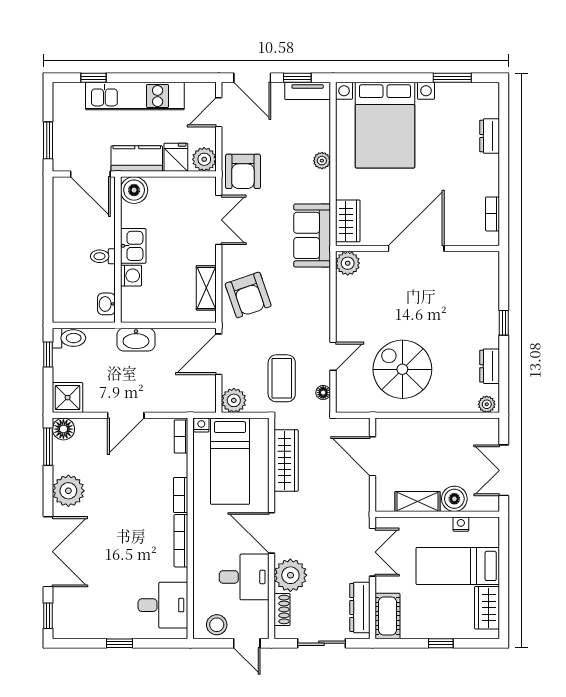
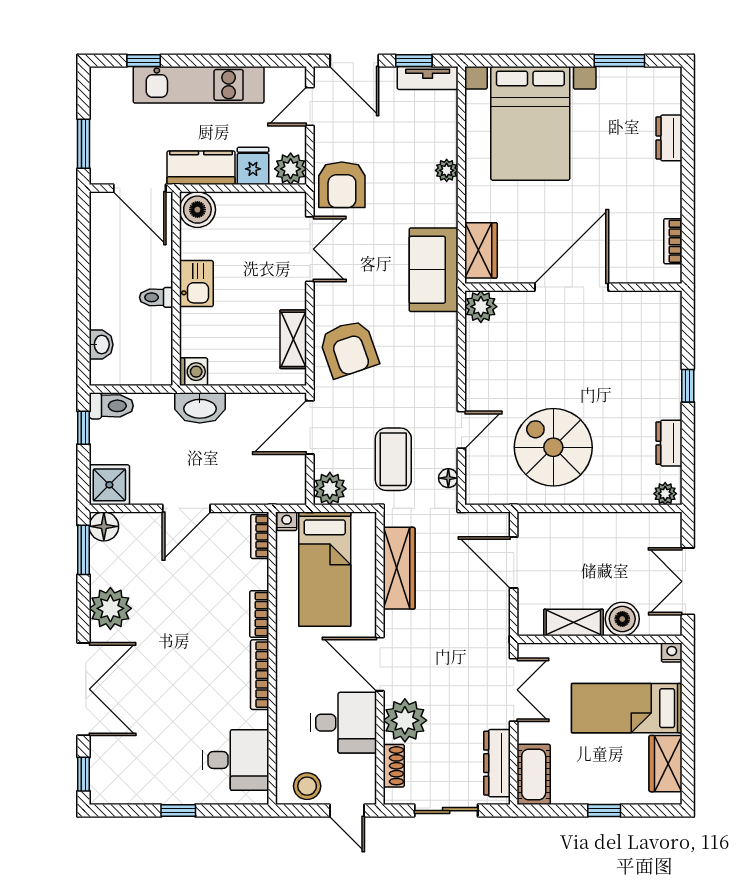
washing machine: (131, 276) -> (193, 372), moved
washbasin: (106, 304) -> (101, 345), moved, turned 180
nightstand: (461, 524) -> (672, 653), moved

